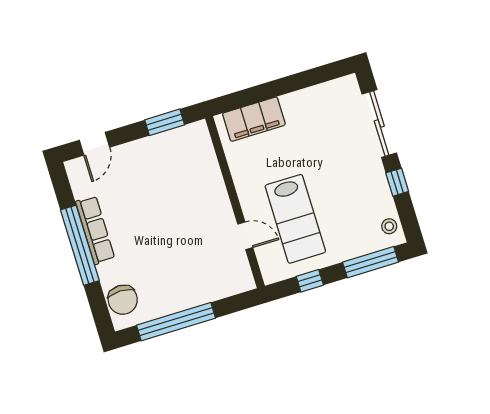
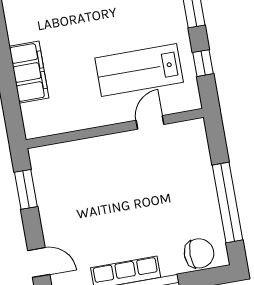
filing cabinet: (254, 119) -> (29, 72), moved
lab bench: (295, 219) -> (139, 70), turned 180

